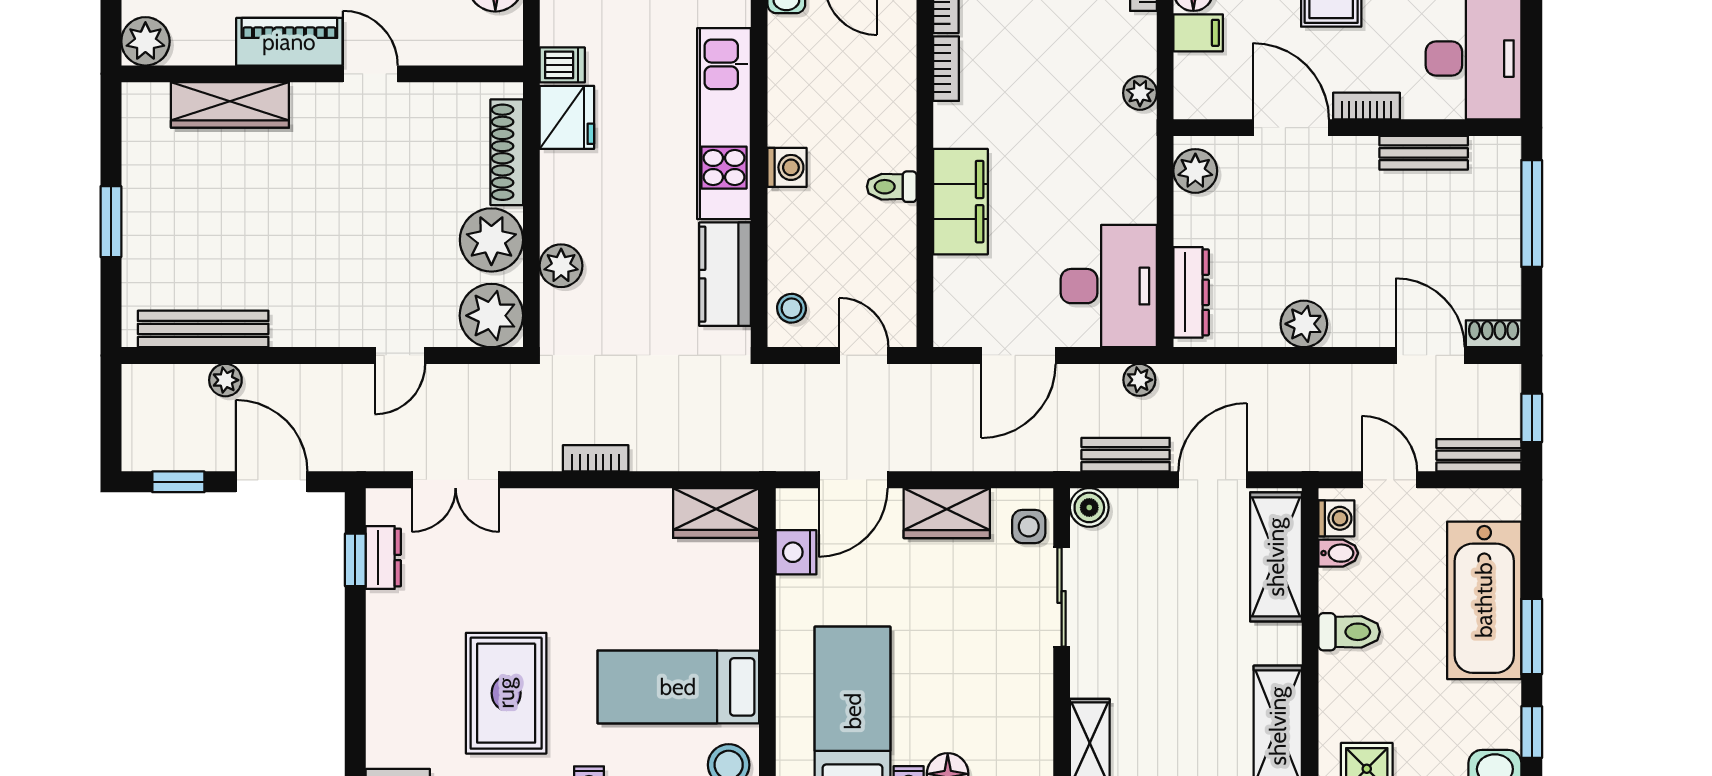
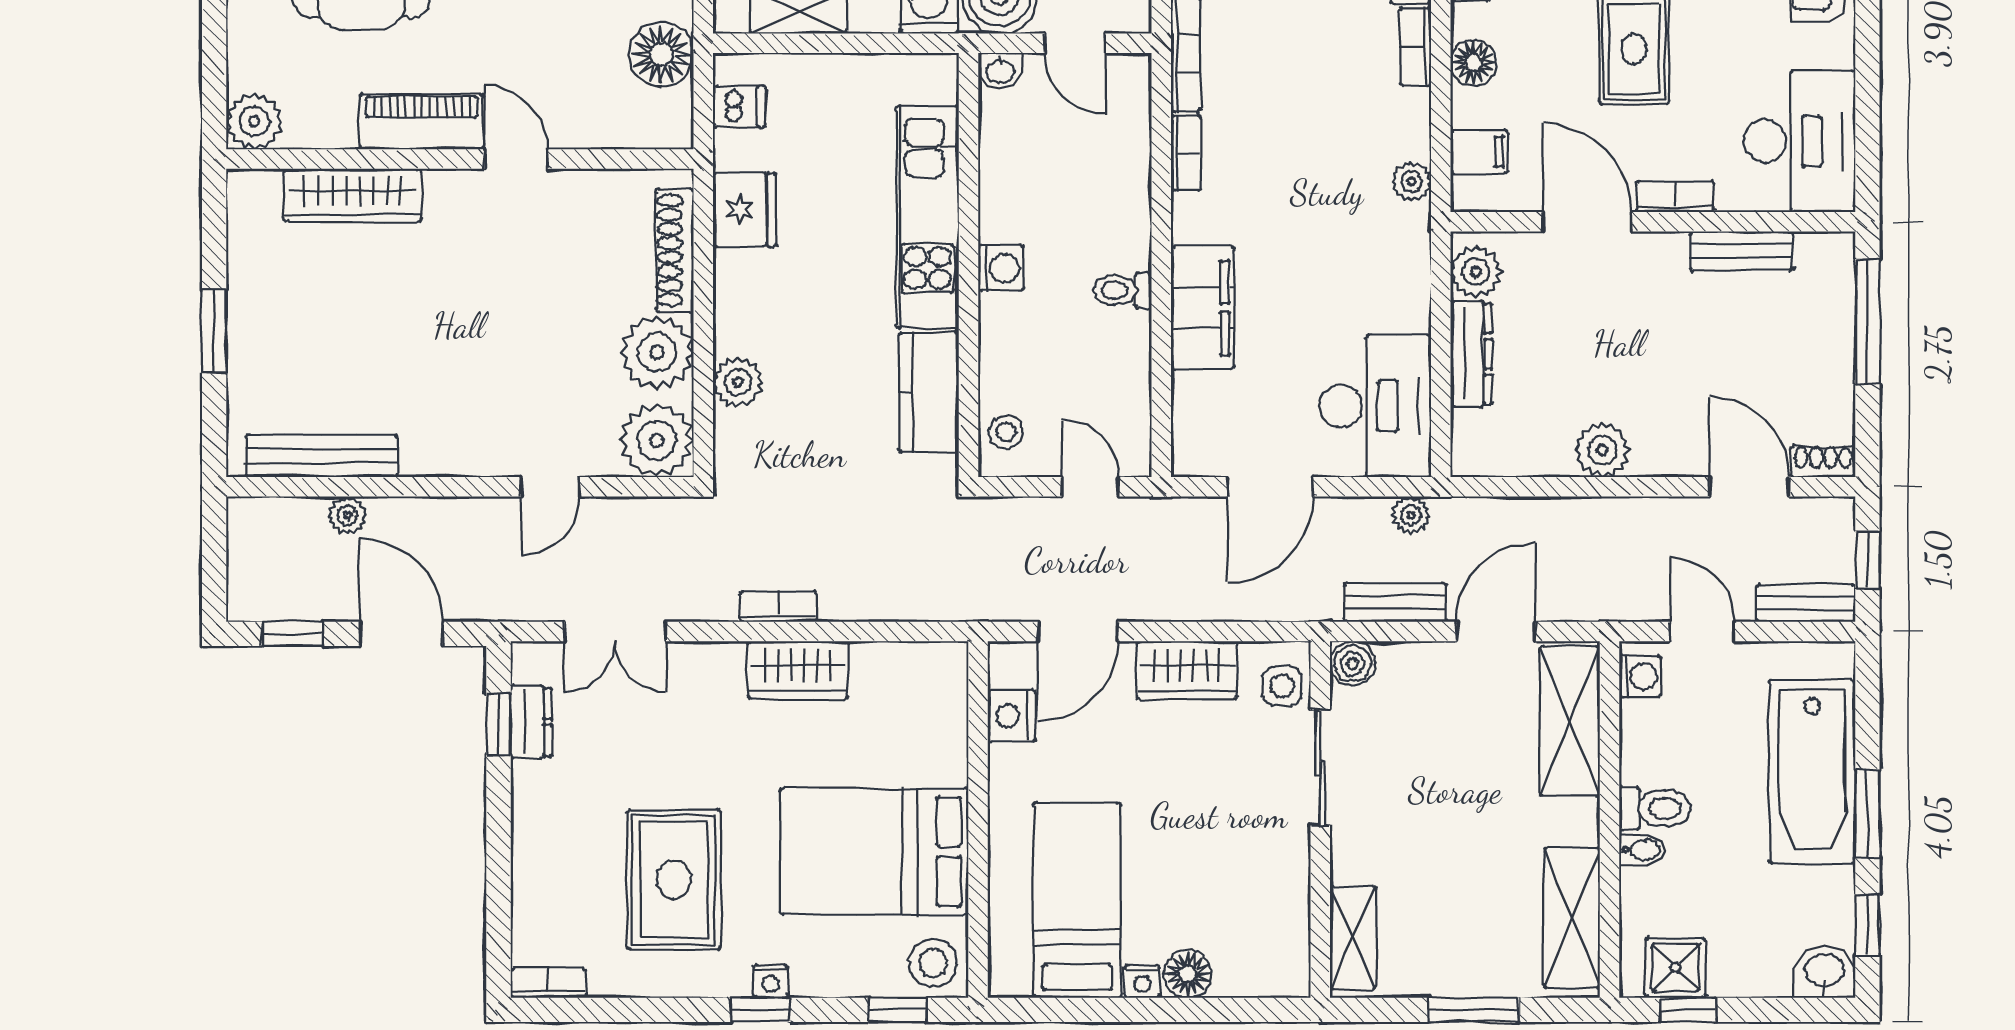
filing cabinet: (1198, 33) -> (1479, 152), moved
dishwasher: (562, 65) -> (739, 107), moved
dresser: (1191, 292) -> (1471, 354), moved
wardrobe: (716, 513) -> (798, 670), moved
bidet: (1338, 553) -> (1642, 850), moved
bed: (678, 687) -> (874, 851), width x1.50

